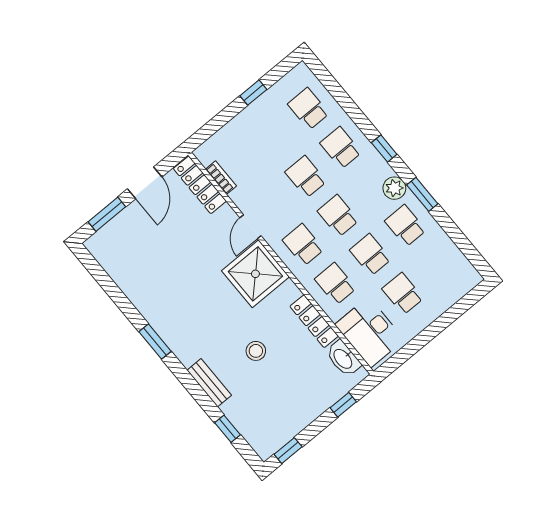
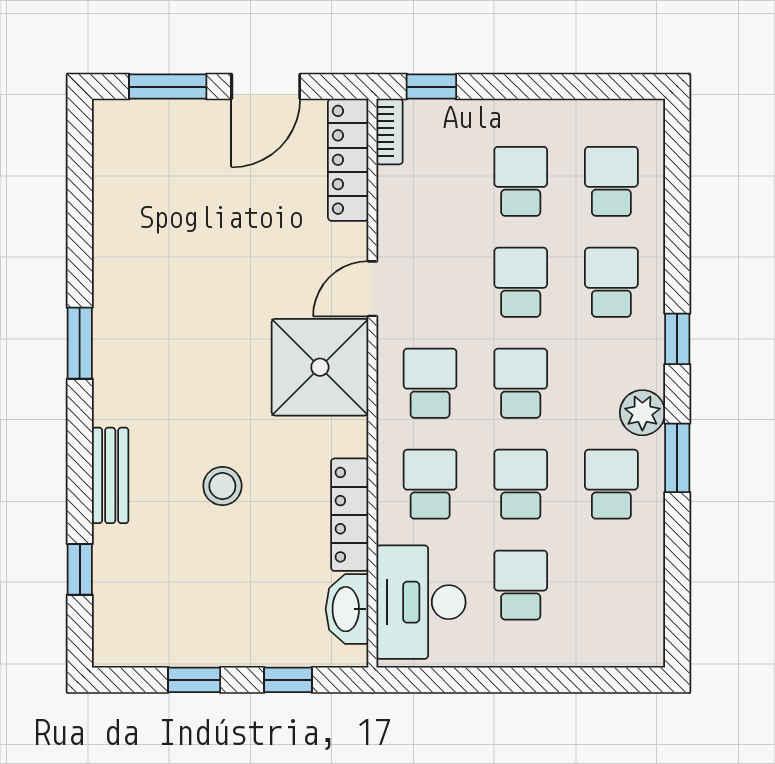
window: (253, 93) -> (431, 87), moved
school desk: (273, 138) -> (521, 181), added
bookcase: (221, 178) -> (390, 132), moved
window: (288, 451) -> (194, 680), moved

